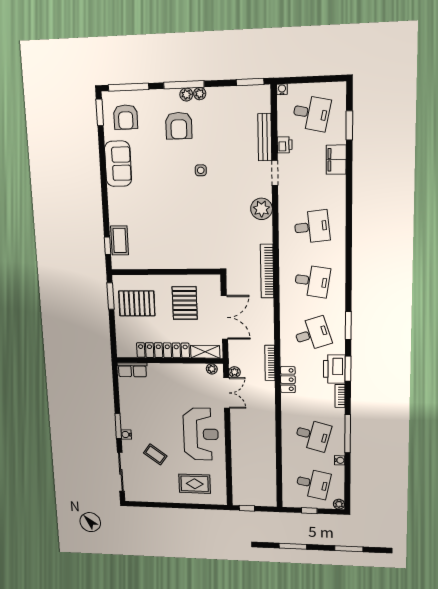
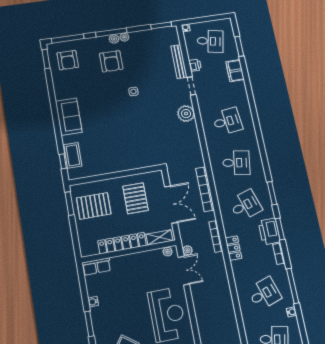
sofa: (118, 164) -> (69, 117), moved
bookcase: (267, 271) -> (205, 189), moved
water cooler: (126, 434) -> (93, 302), moved
desk: (313, 435) -> (264, 294), turned -33

